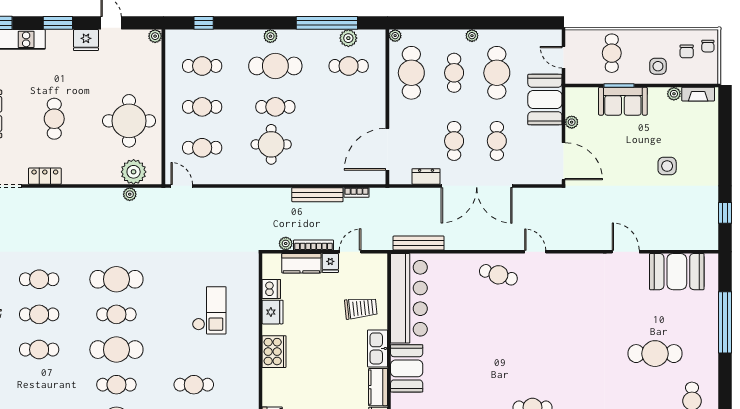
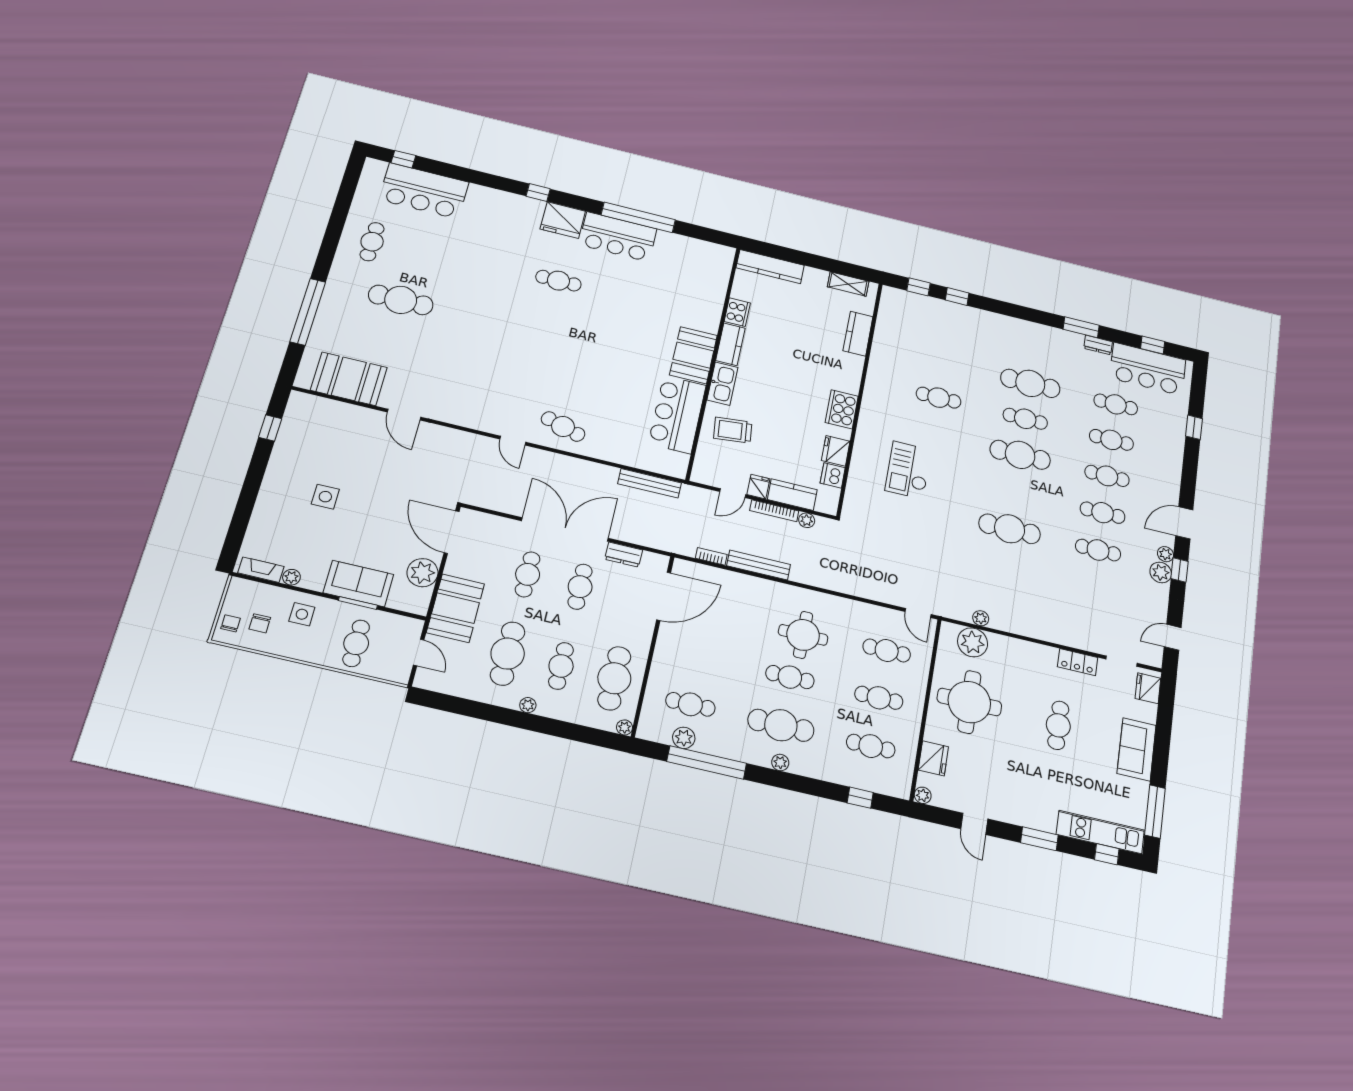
fridge: (86, 40) -> (933, 758), moved, turned 90
chair: (687, 51) -> (260, 623), turned 180
plant: (572, 122) -> (422, 573), width x1.88, depth x1.88
bar counter: (409, 298) -> (677, 414), width x0.73
cafe table: (116, 314) -> (1111, 440), moved

